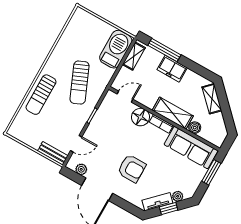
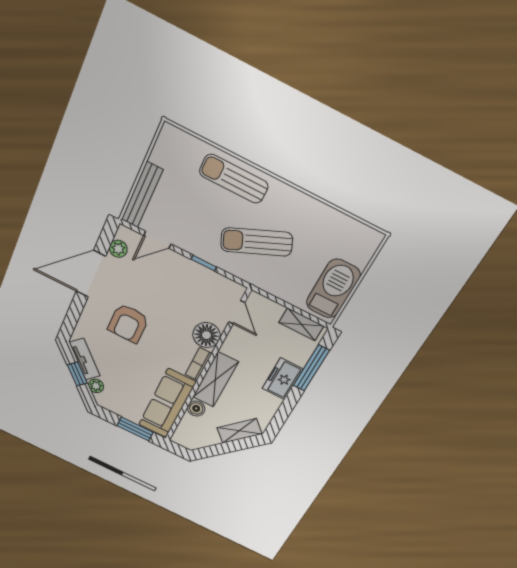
barbecue: (116, 49) -> (333, 289), moved, turned -90
door: (76, 144) -> (157, 240), hinge flipped
bench: (53, 153) -> (142, 195), width x1.36

